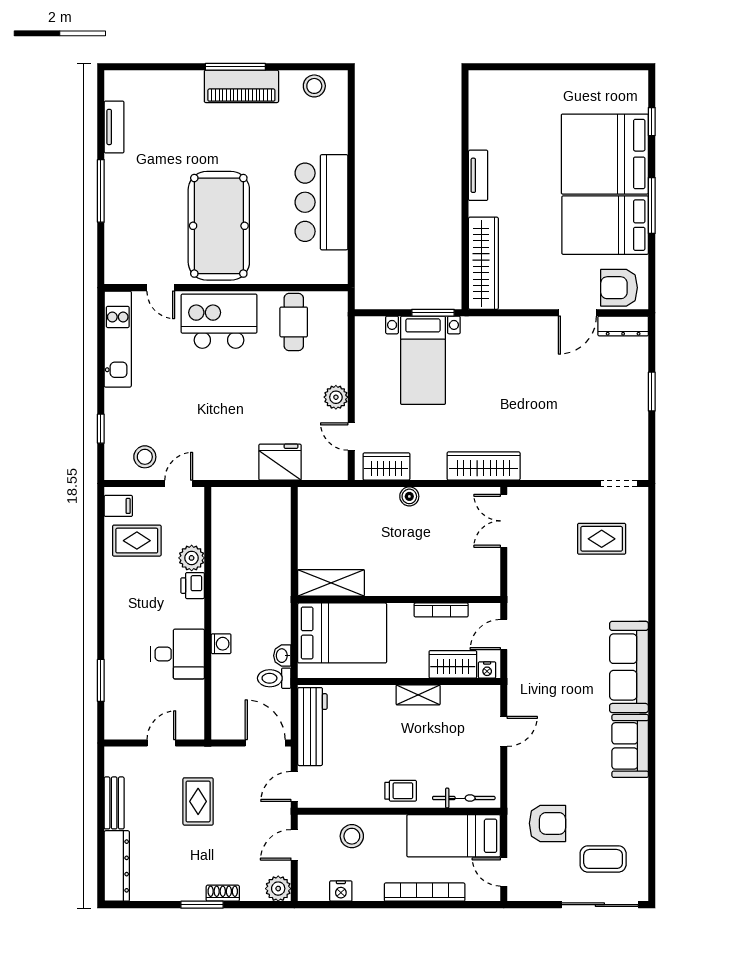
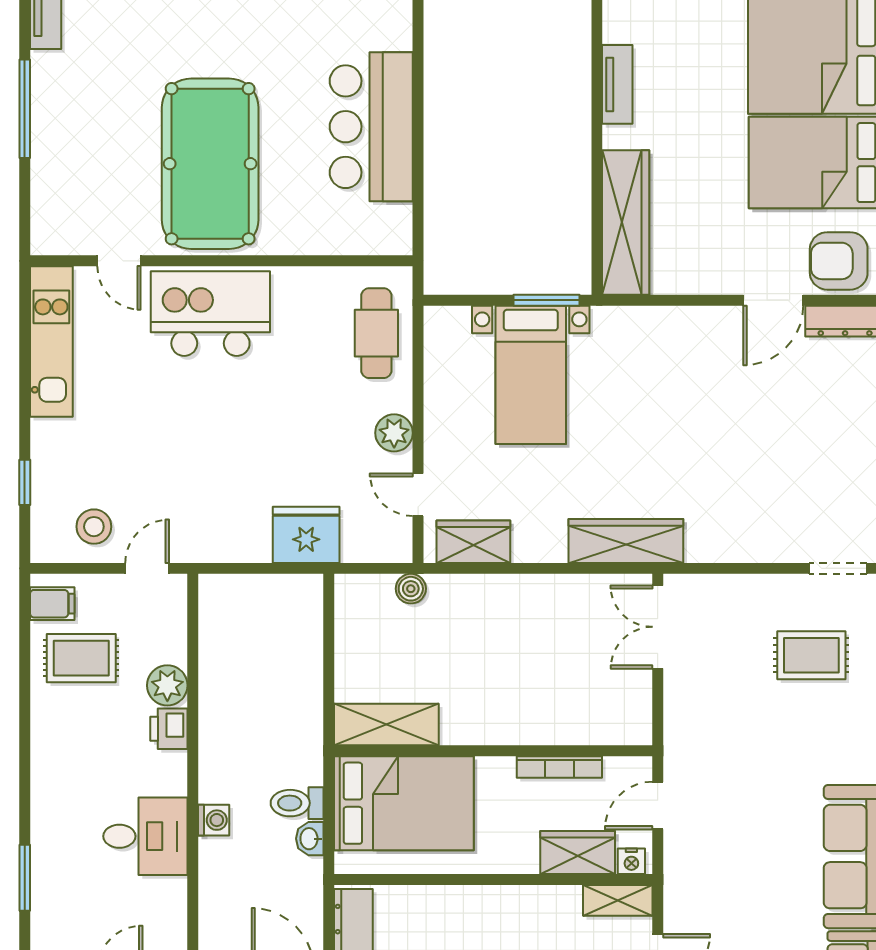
cafe table: (294, 322) -> (376, 333), moved
boiler: (409, 496) -> (411, 589), moved
toilet: (274, 678) -> (297, 803), moved
shelving: (418, 695) -> (618, 900), moved

